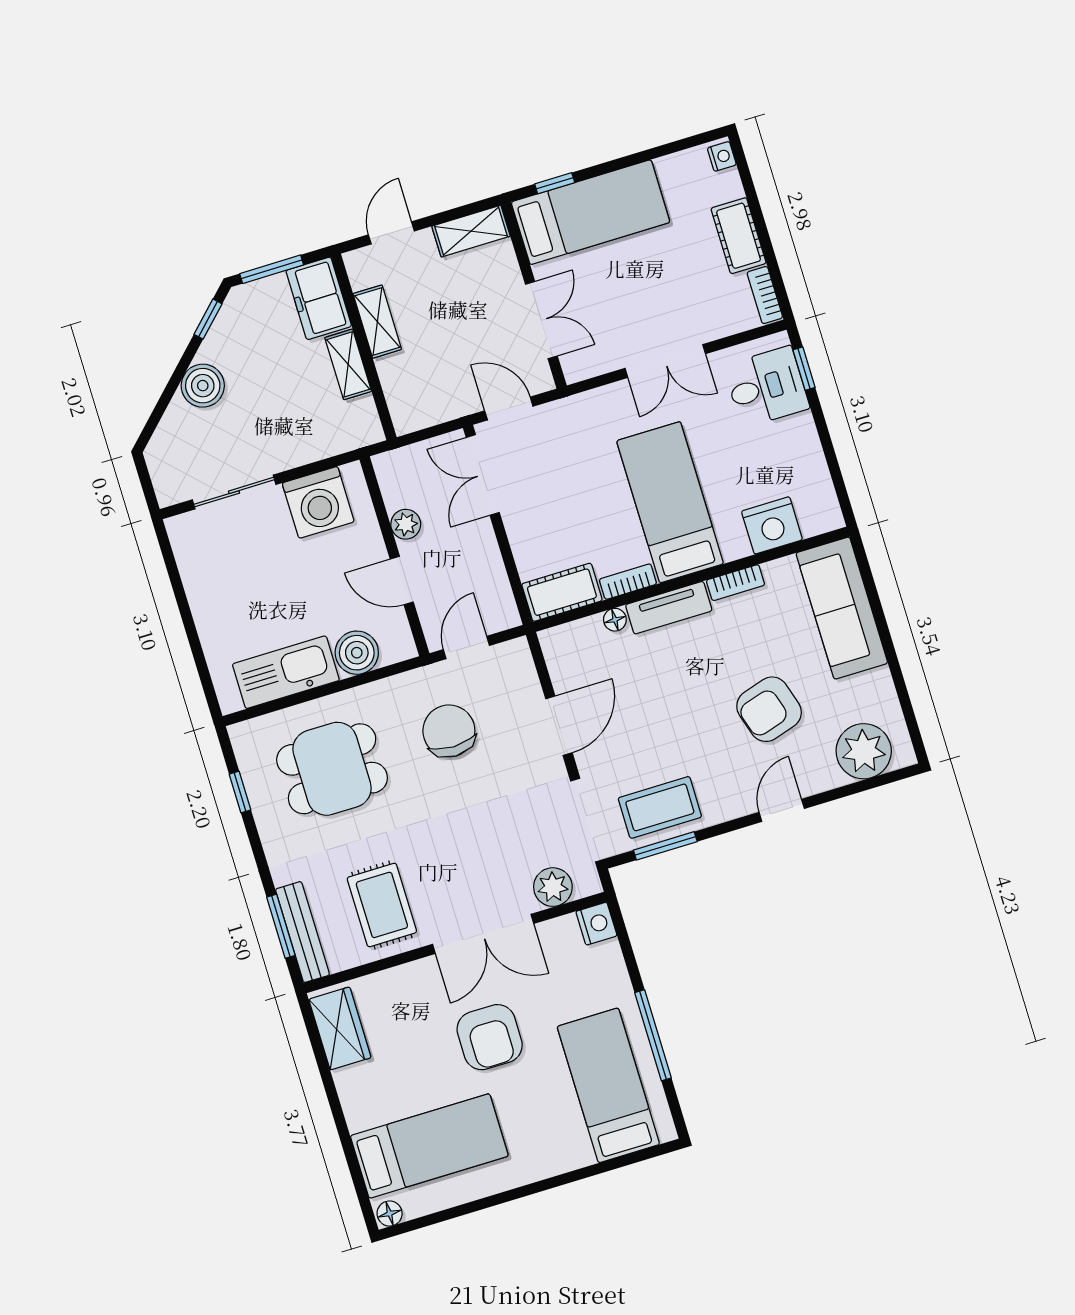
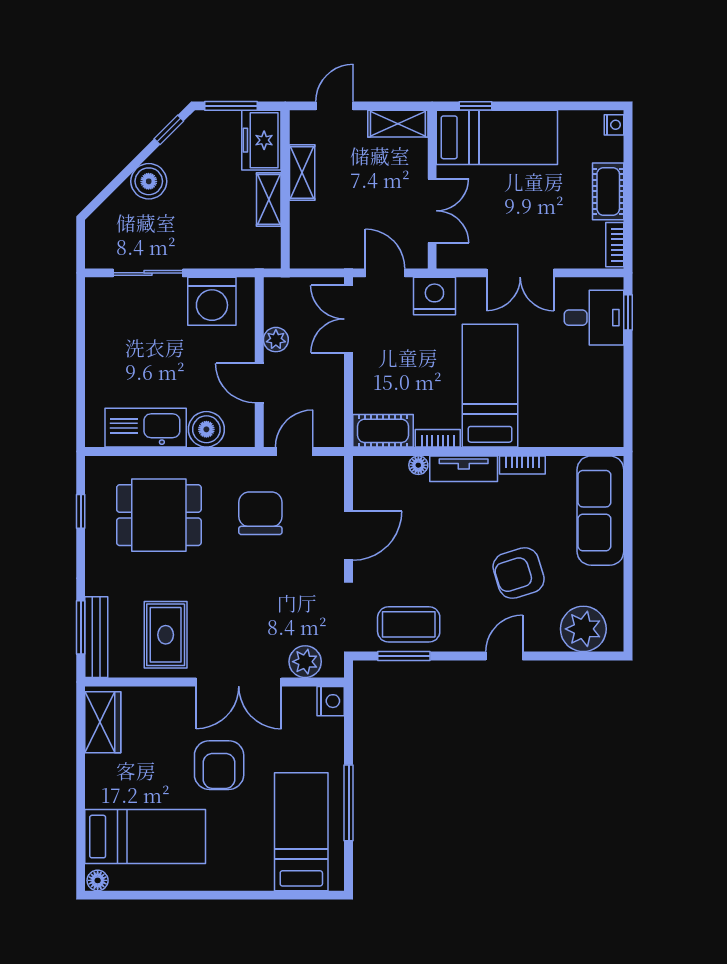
nightstand: (772, 525) -> (434, 296), moved, turned 180

